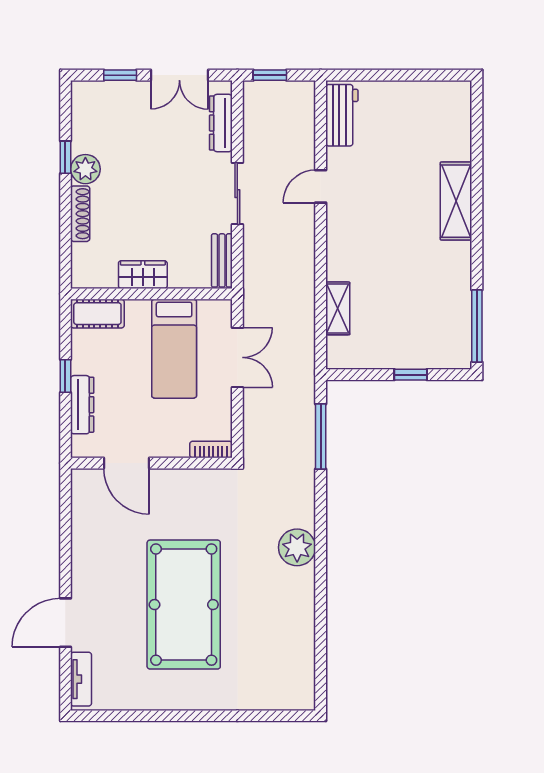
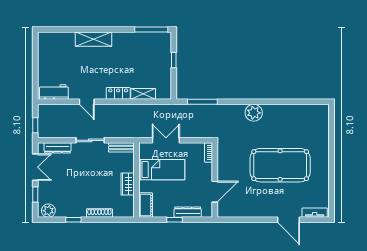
plant: (85, 169) -> (48, 211), moved
locker: (339, 254) -> (118, 93), added

